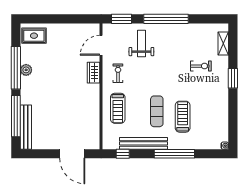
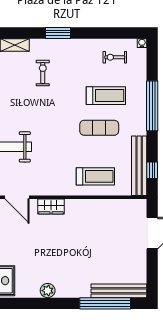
window: (16, 68) -> (45, 303), removed
exercise bike: (118, 73) -> (115, 57), moved
treadmill: (183, 117) -> (106, 96), turned 180
bench: (144, 143) -> (139, 166), moved

